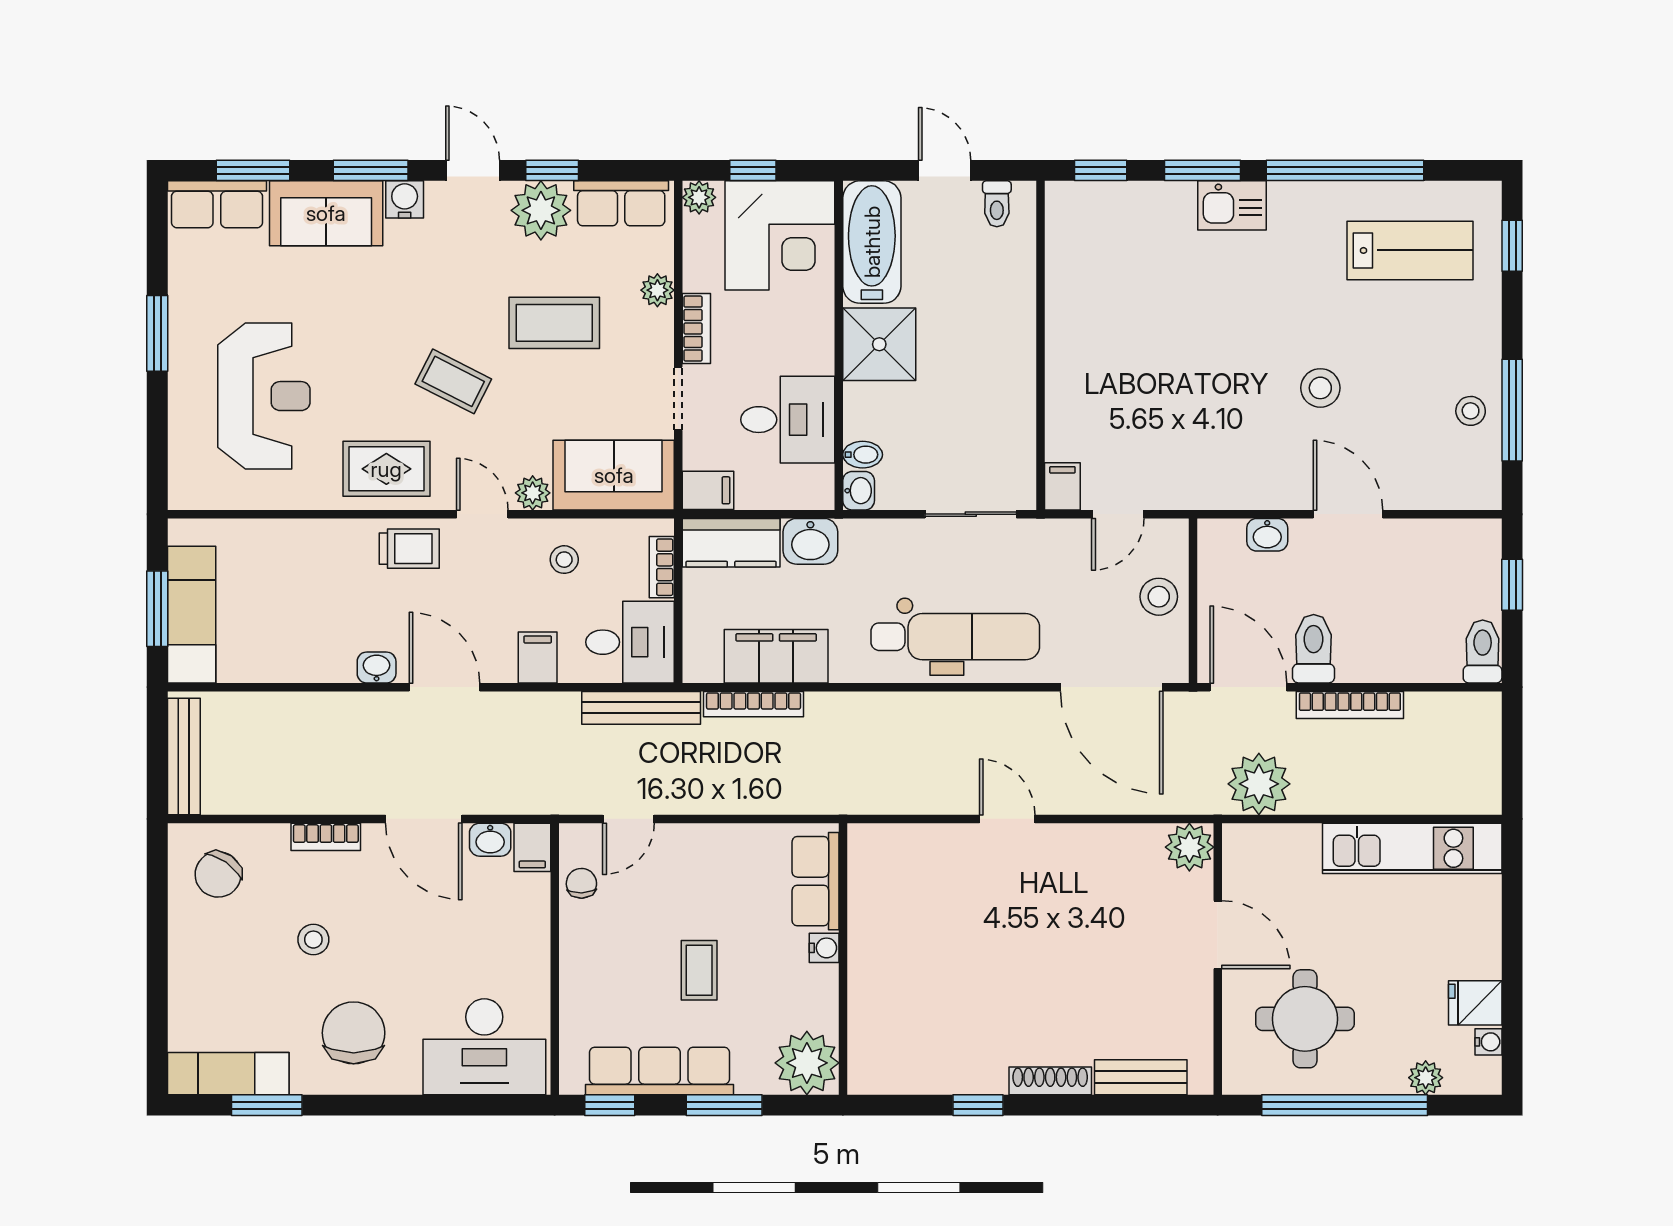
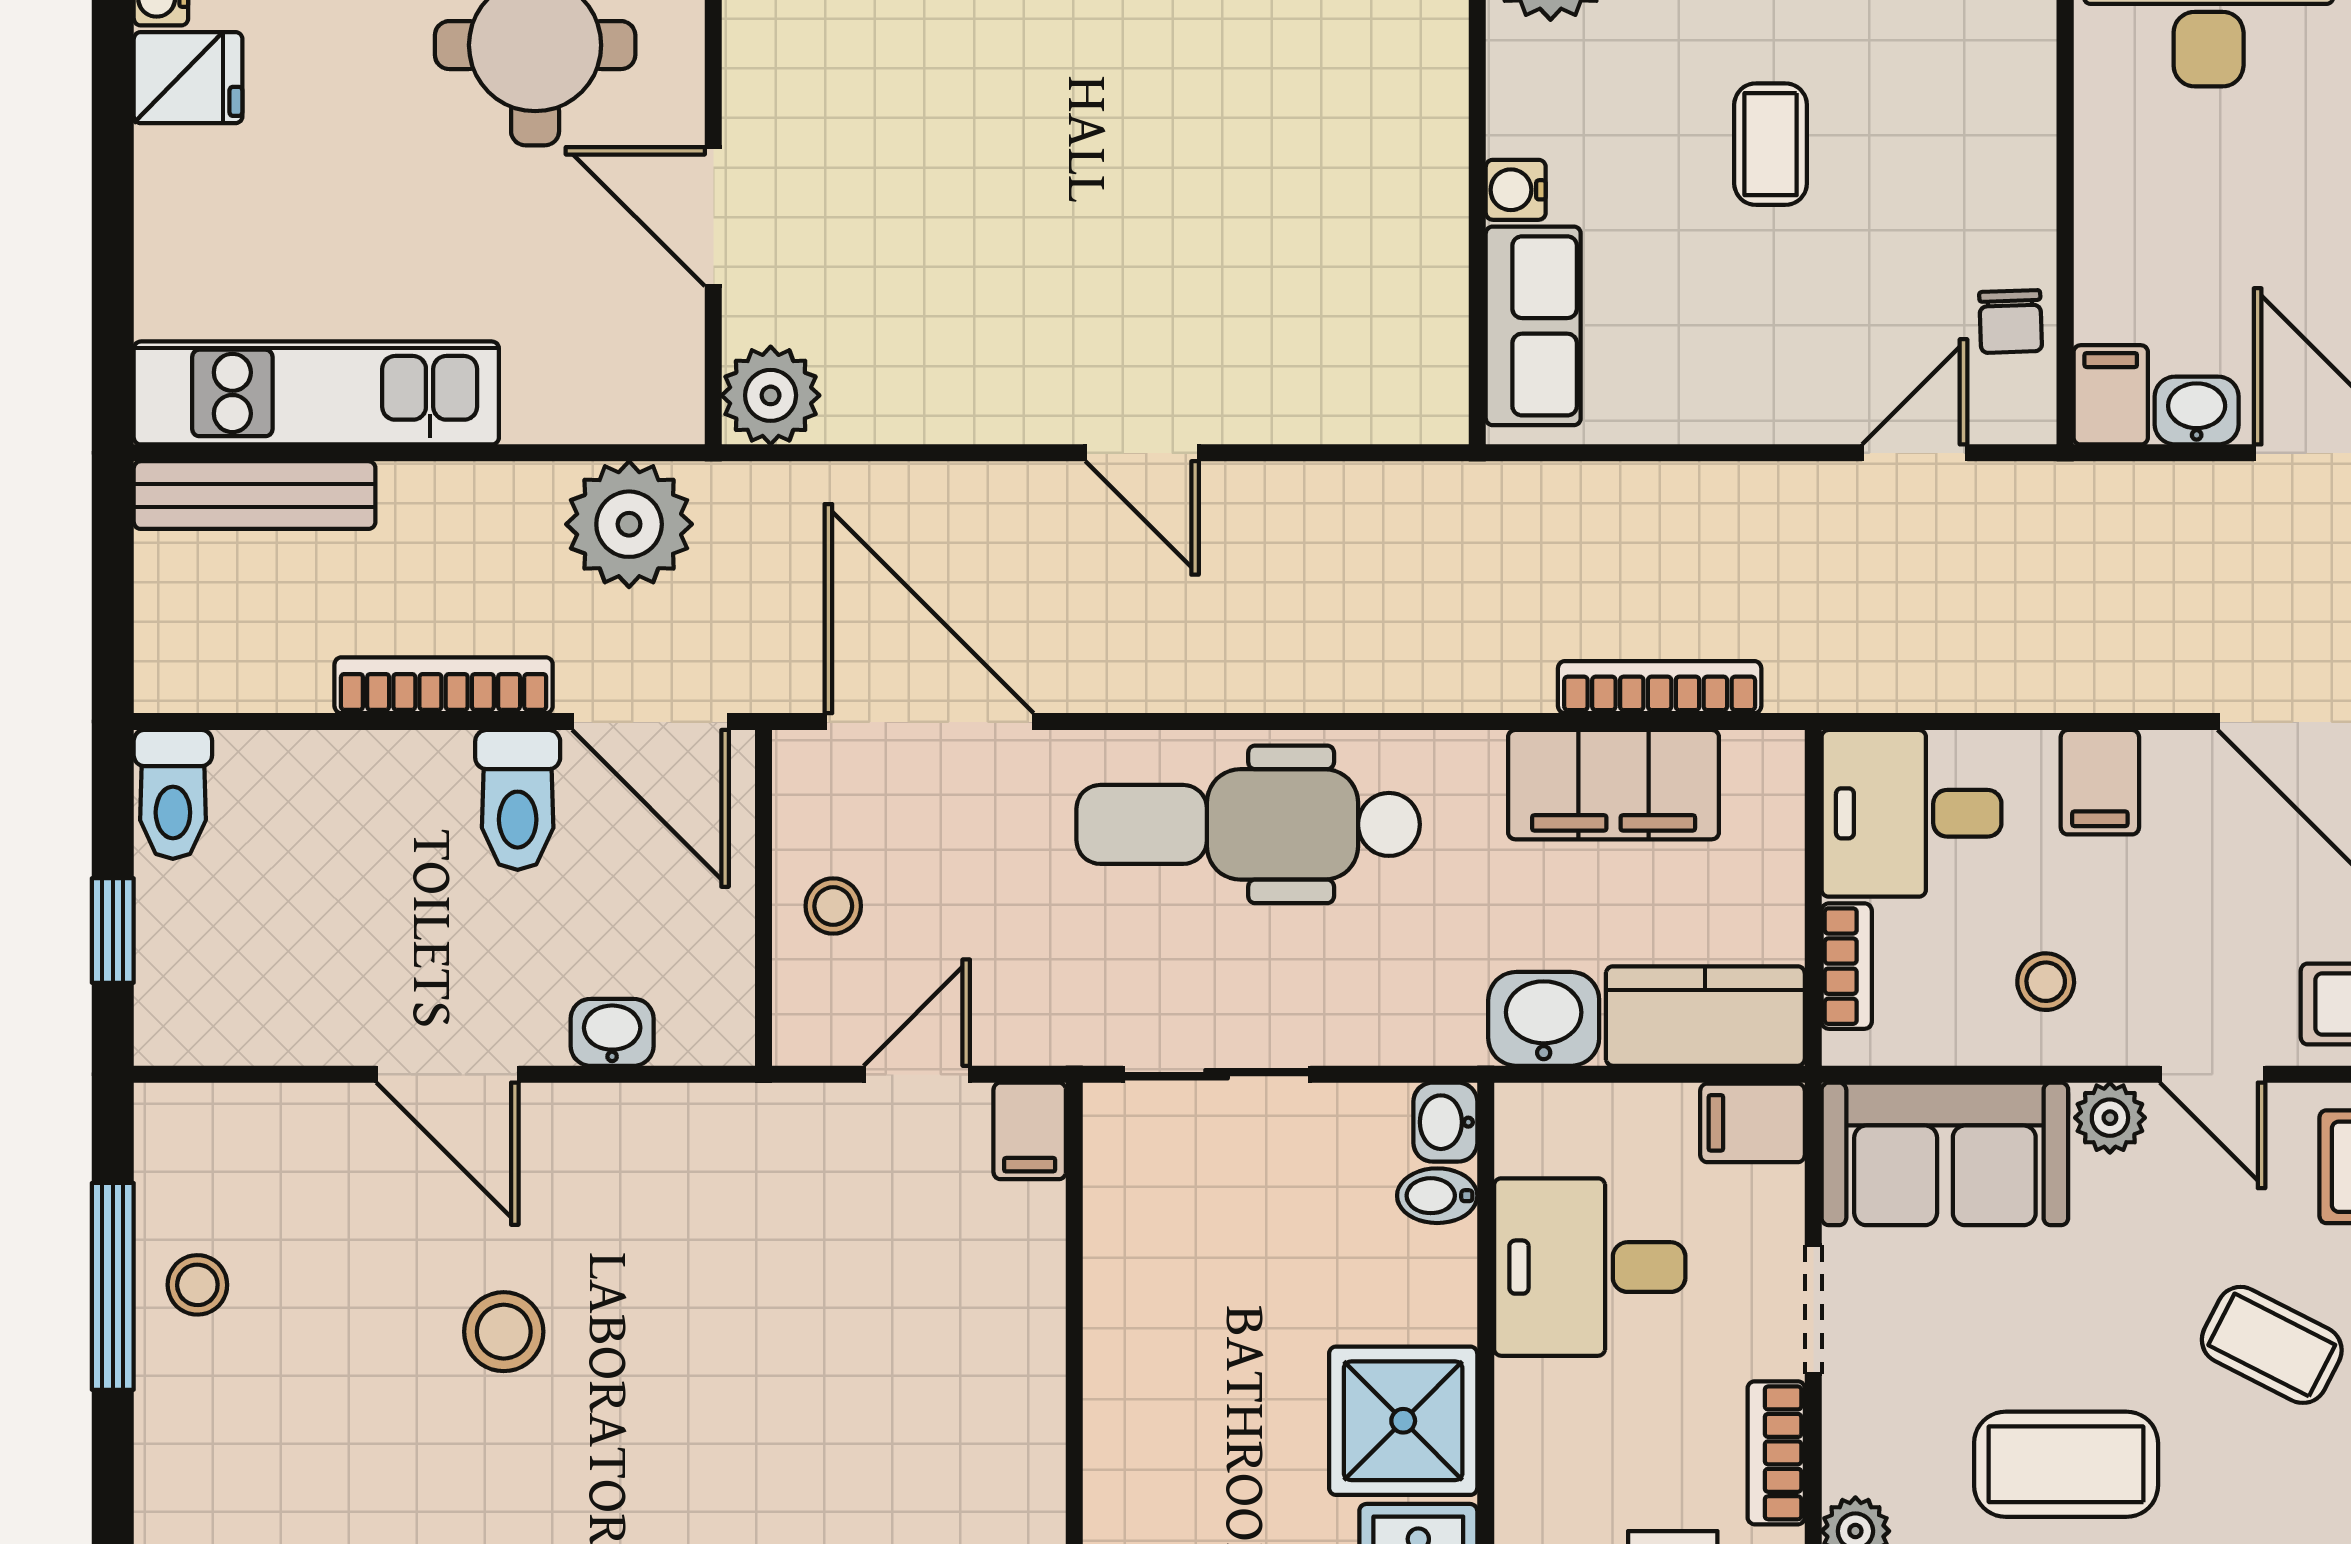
stool: (1159, 597) -> (833, 906), width x0.73, depth x0.73
bench: (641, 708) -> (255, 495), moved

